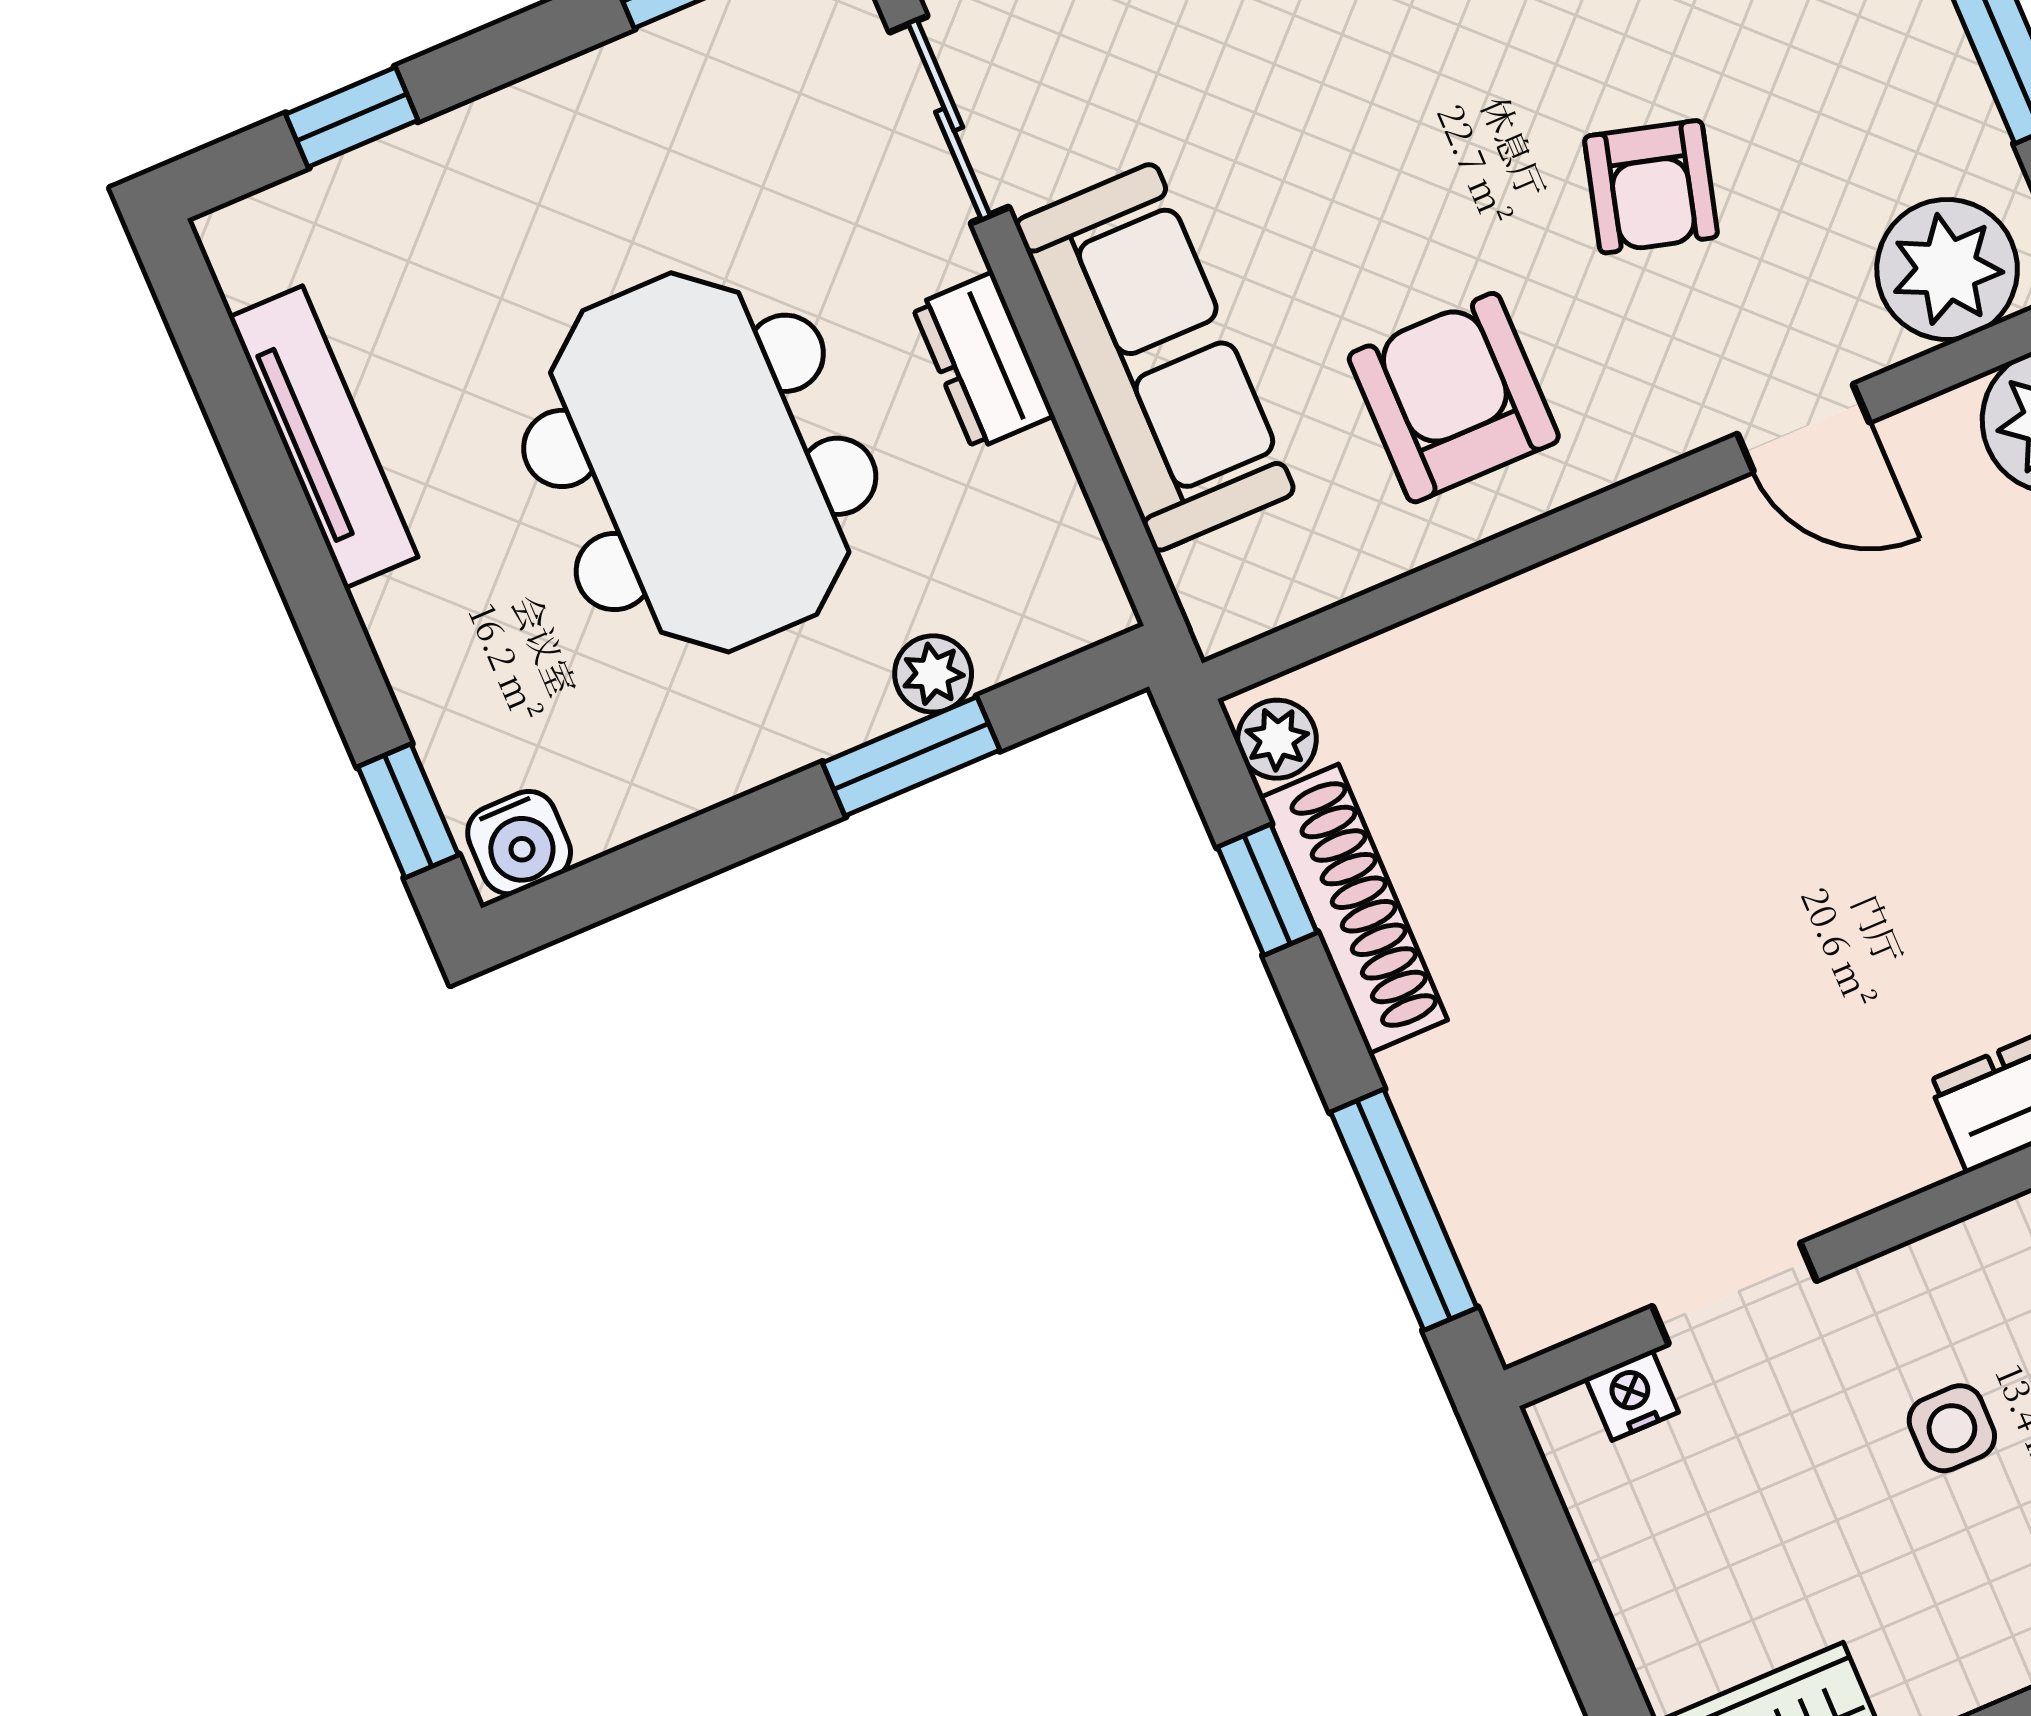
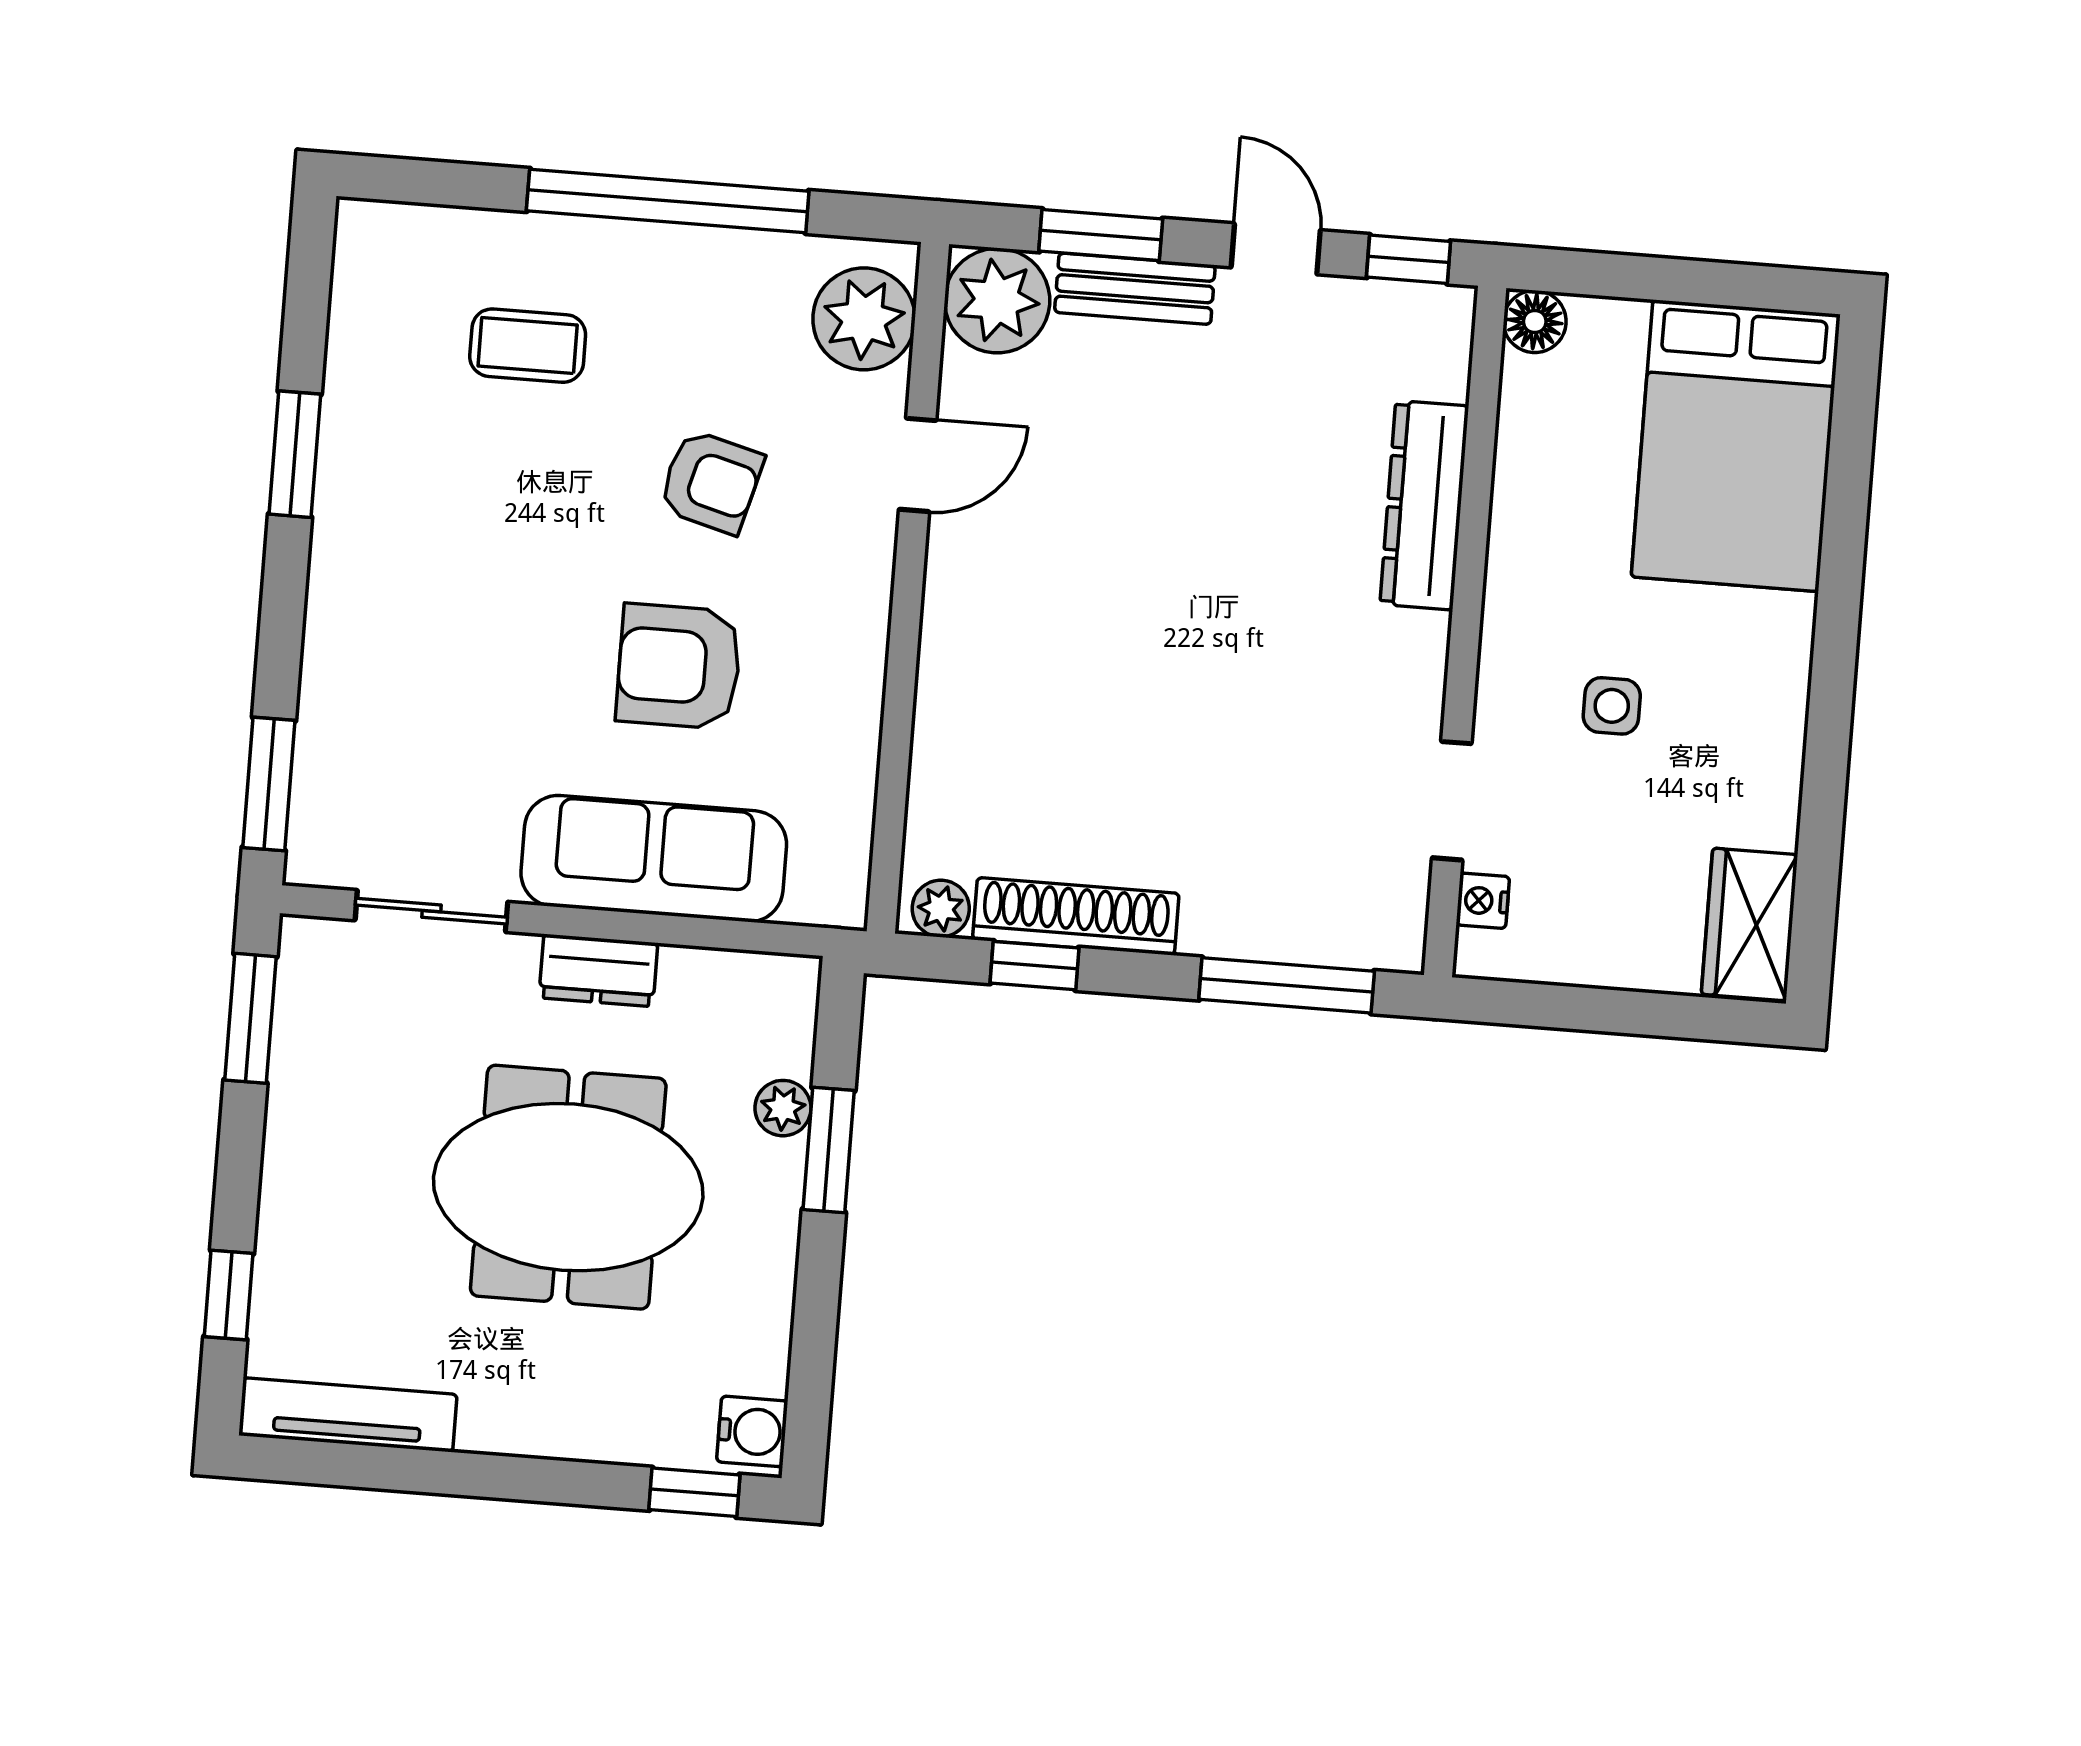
armchair: (1454, 398) -> (679, 666), moved
tv unit: (323, 437) -> (348, 1415), moved

